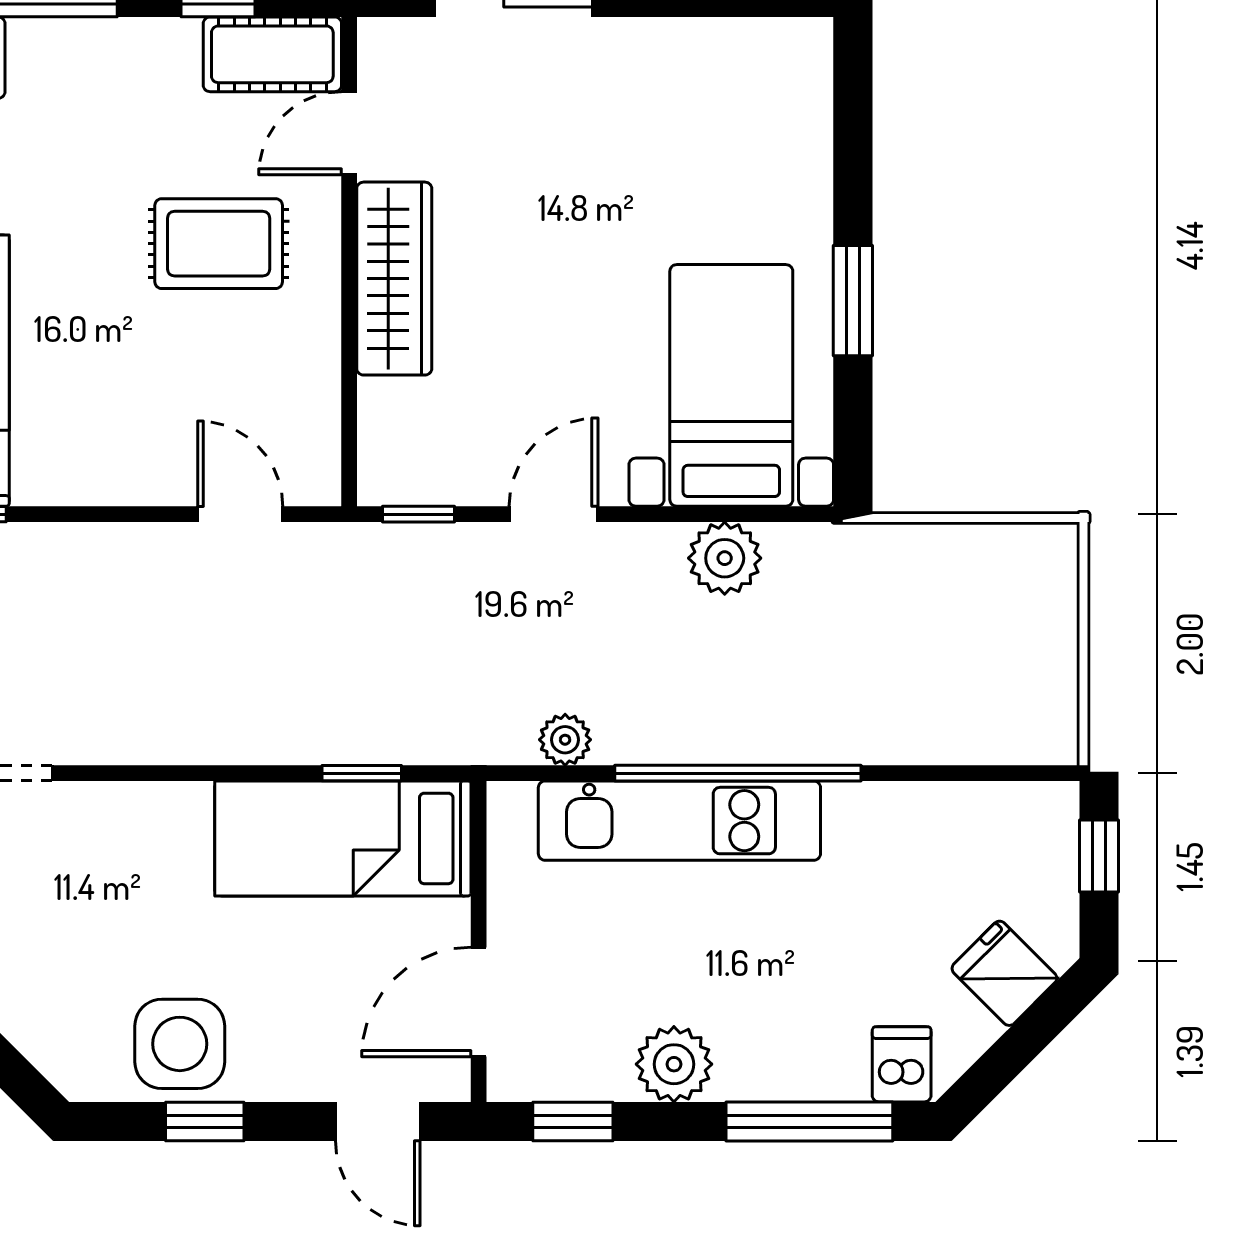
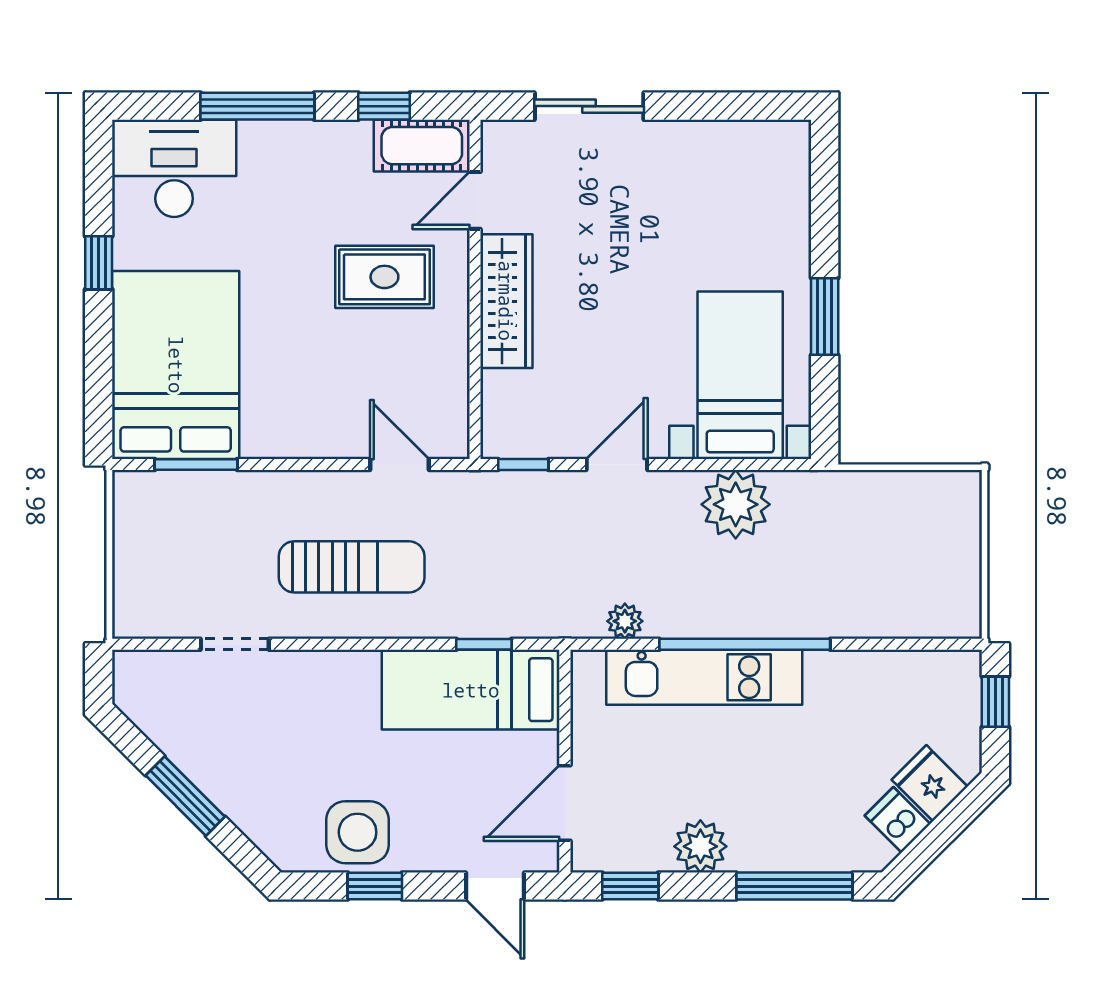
plant: (725, 558) -> (736, 504), width x1.36, depth x1.36
sun lounger: (171, 661) -> (352, 567), added
dishwasher: (902, 1064) -> (898, 820), moved, turned -45

